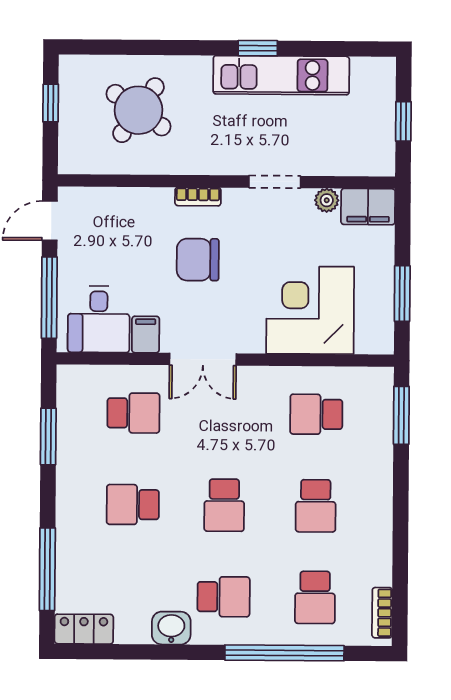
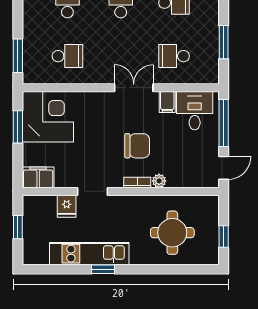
round table: (138, 110) -> (172, 233), turned -35
fridge: (319, 157) -> (67, 206), added
plant: (327, 200) -> (159, 181), moved
corner desk: (310, 310) -> (48, 117), moved, turned -90

